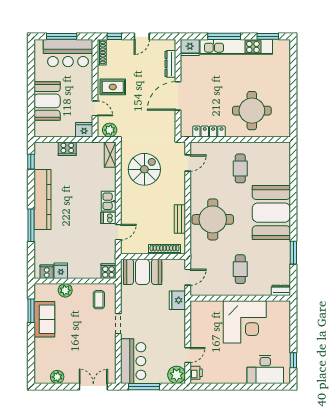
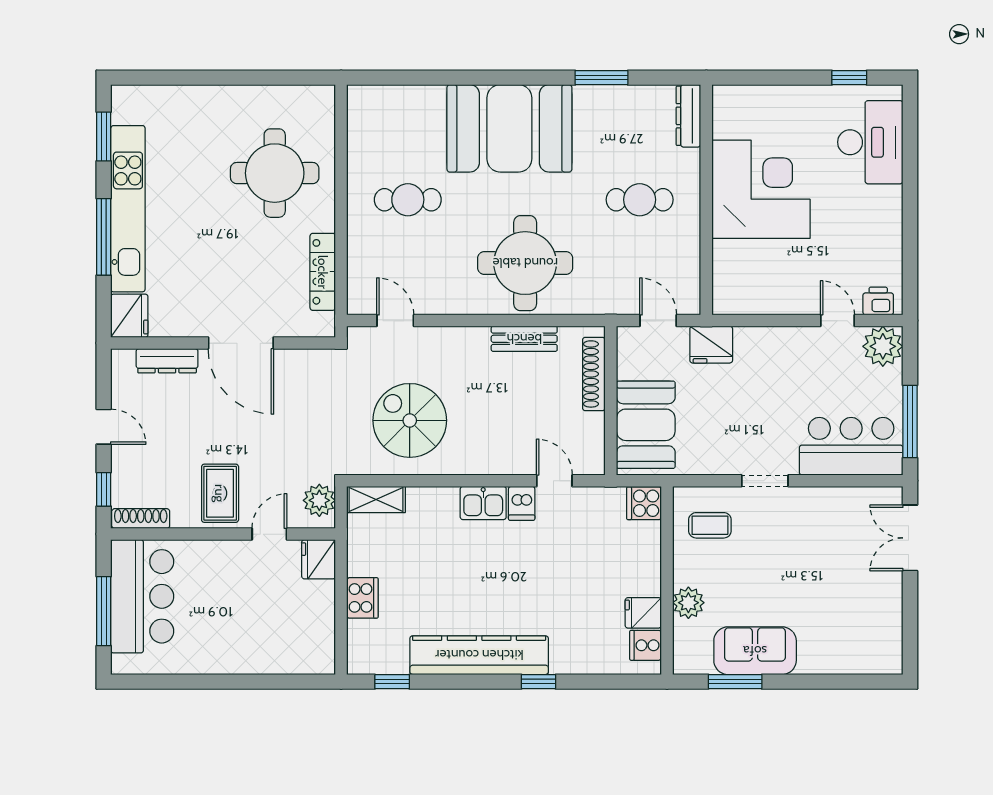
booth: (47, 101) -> (252, 645), removed
window: (31, 225) -> (539, 682), width x0.46
dresser: (281, 290) -> (688, 116), width x1.44
plant: (57, 377) -> (888, 621), removed

